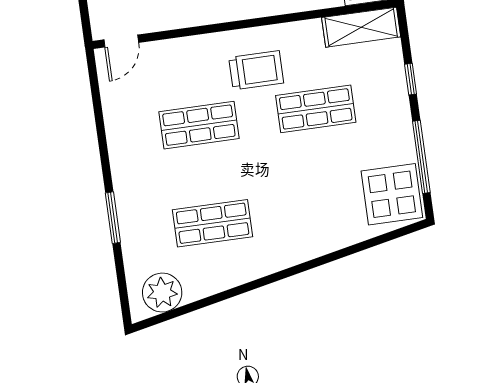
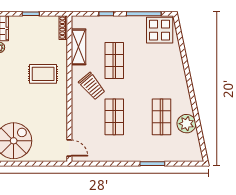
shelving: (361, 27) -> (79, 47), moved
trolley: (256, 70) -> (92, 86), turned 140
plant: (162, 293) -> (186, 124), moved

